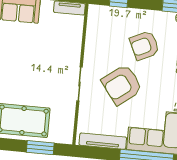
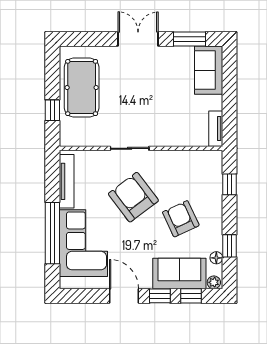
window: (40, 148) -> (52, 110), width x0.67

